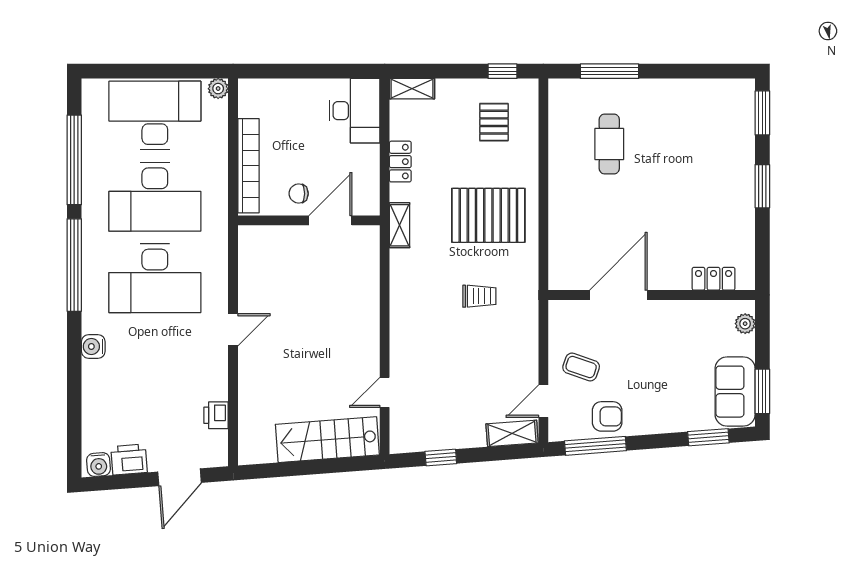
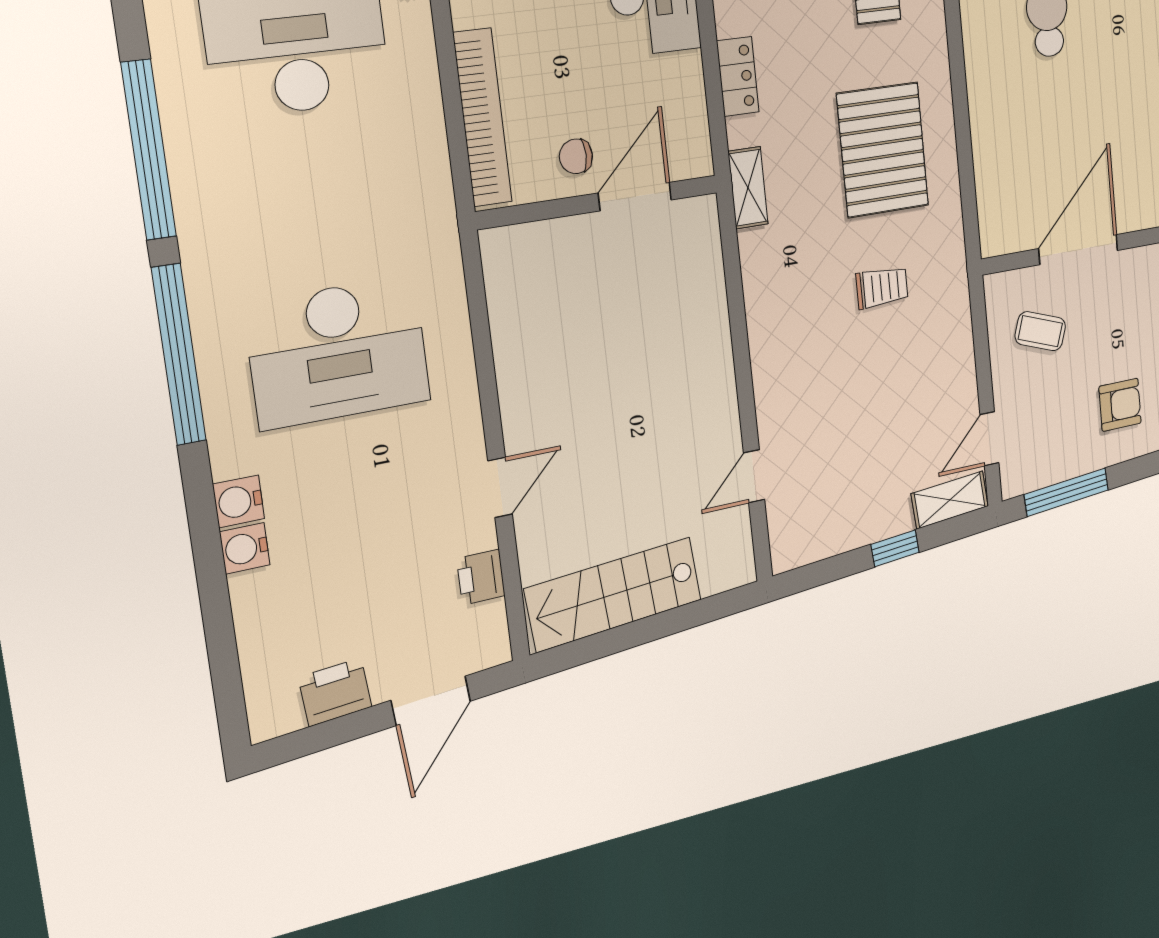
desk: (155, 197) -> (317, 200), removed
pallet: (488, 215) -> (883, 150), turned 90
door: (233, 330) -> (500, 487), moved
coffee table: (581, 367) -> (1040, 331), moved
armchair: (607, 416) -> (1120, 405), moved
stairs: (327, 440) -> (614, 594), moved
window: (441, 457) -> (895, 548), moved
water cooler: (99, 465) -> (245, 548), moved, turned 94

